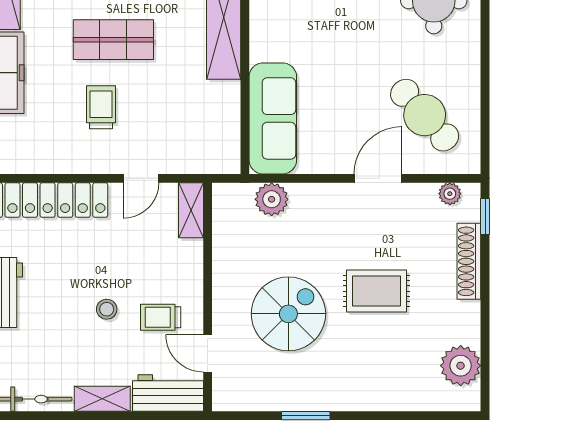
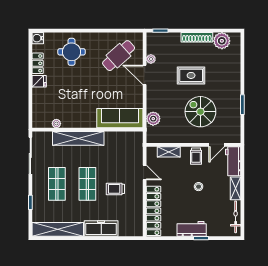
plant: (450, 194) -> (151, 59), moved
shelving: (191, 210) -> (169, 152), moved
shoe rack: (469, 261) -> (197, 37), moved
rug: (376, 291) -> (191, 75), turned 90
trolley: (161, 317) -> (196, 156), moved

